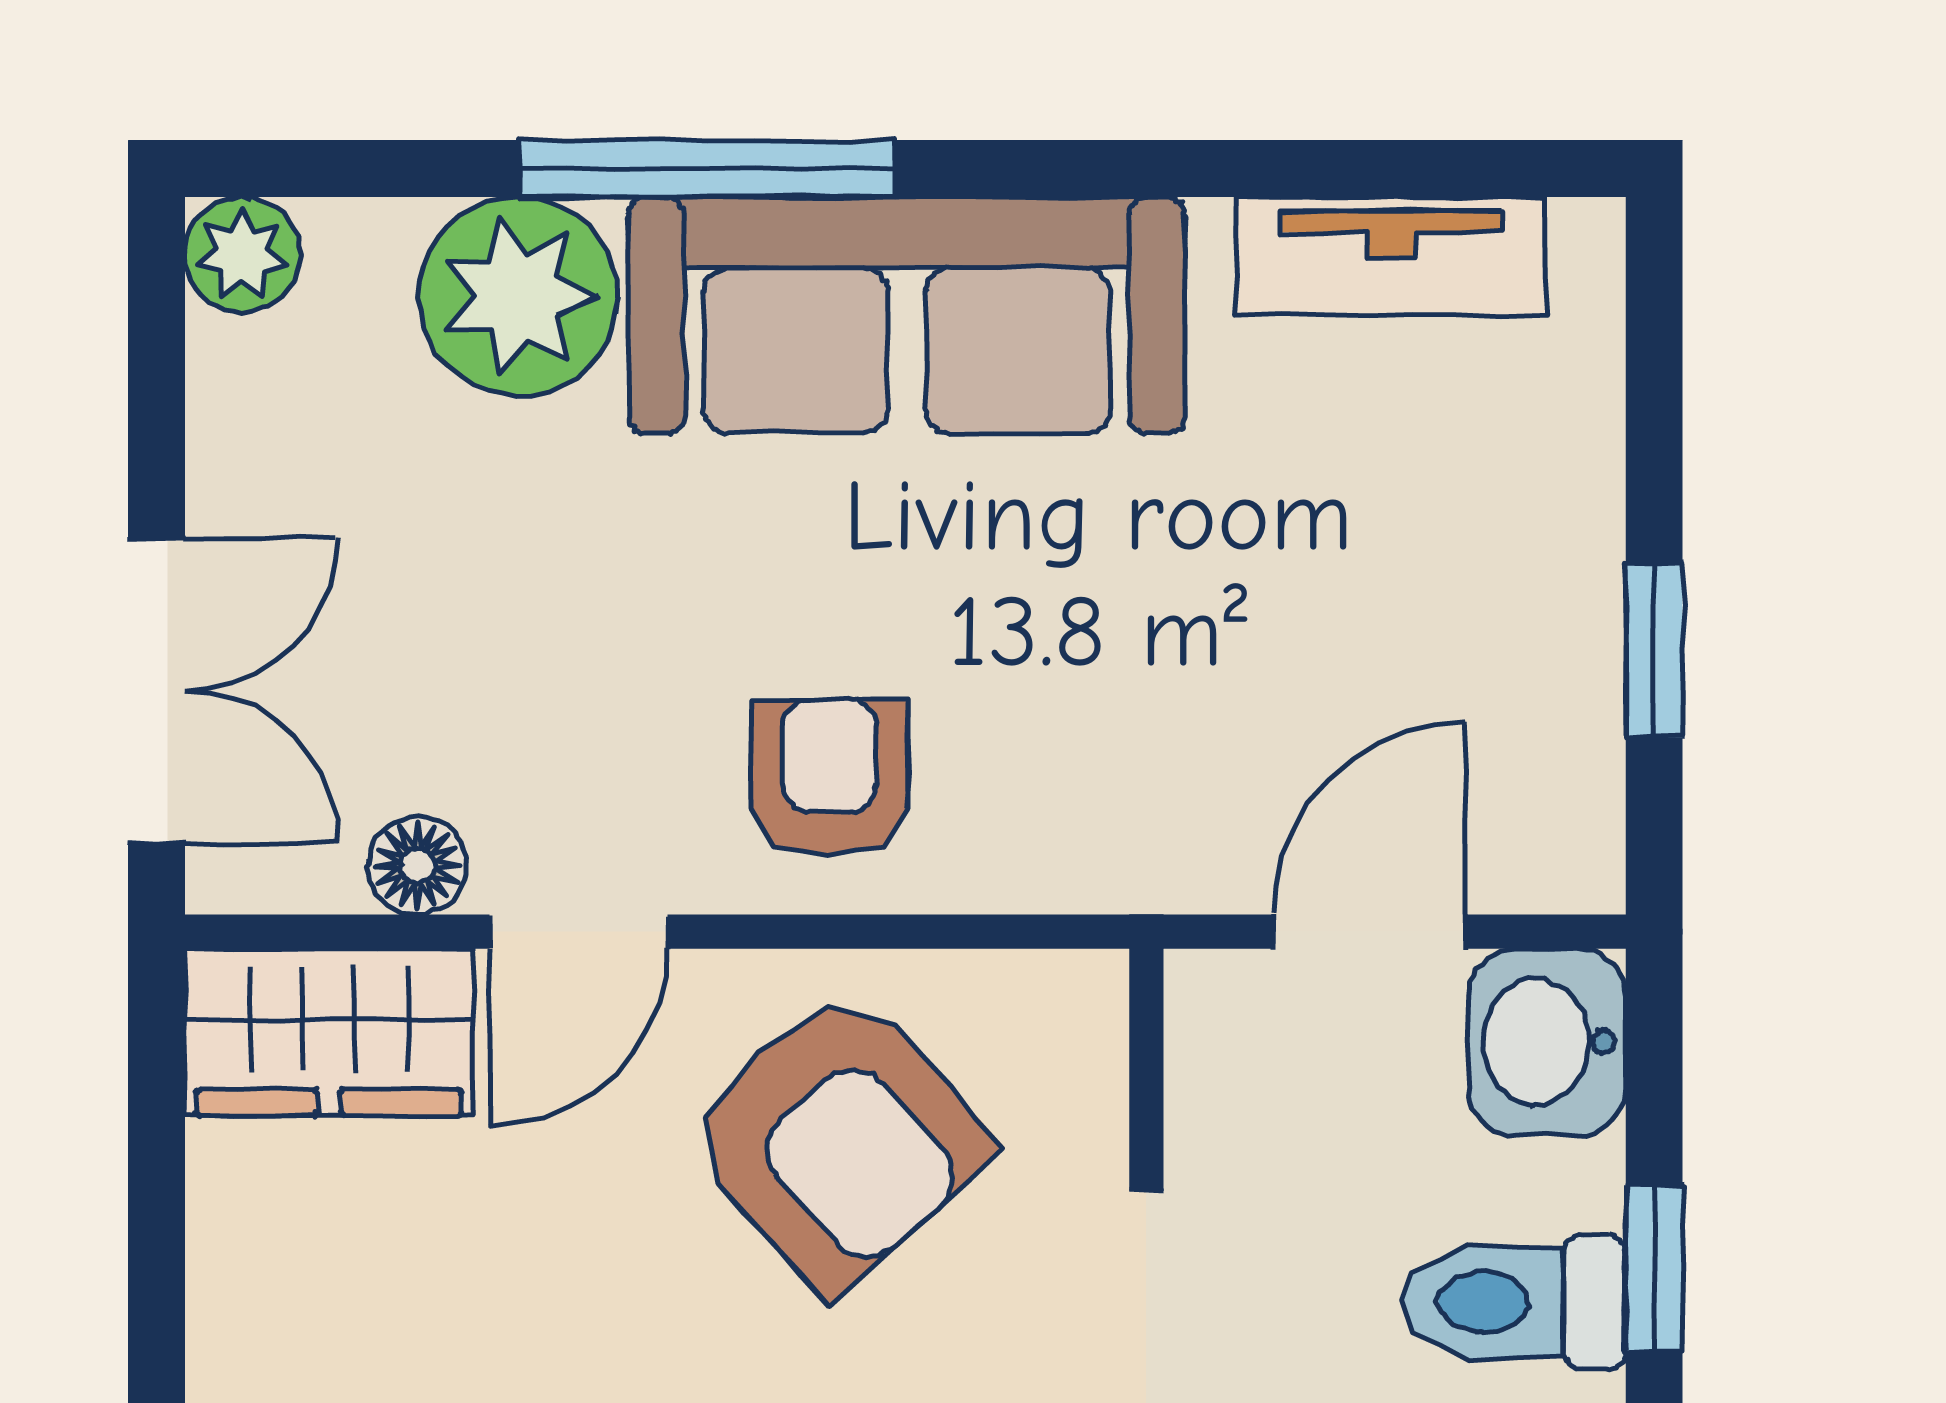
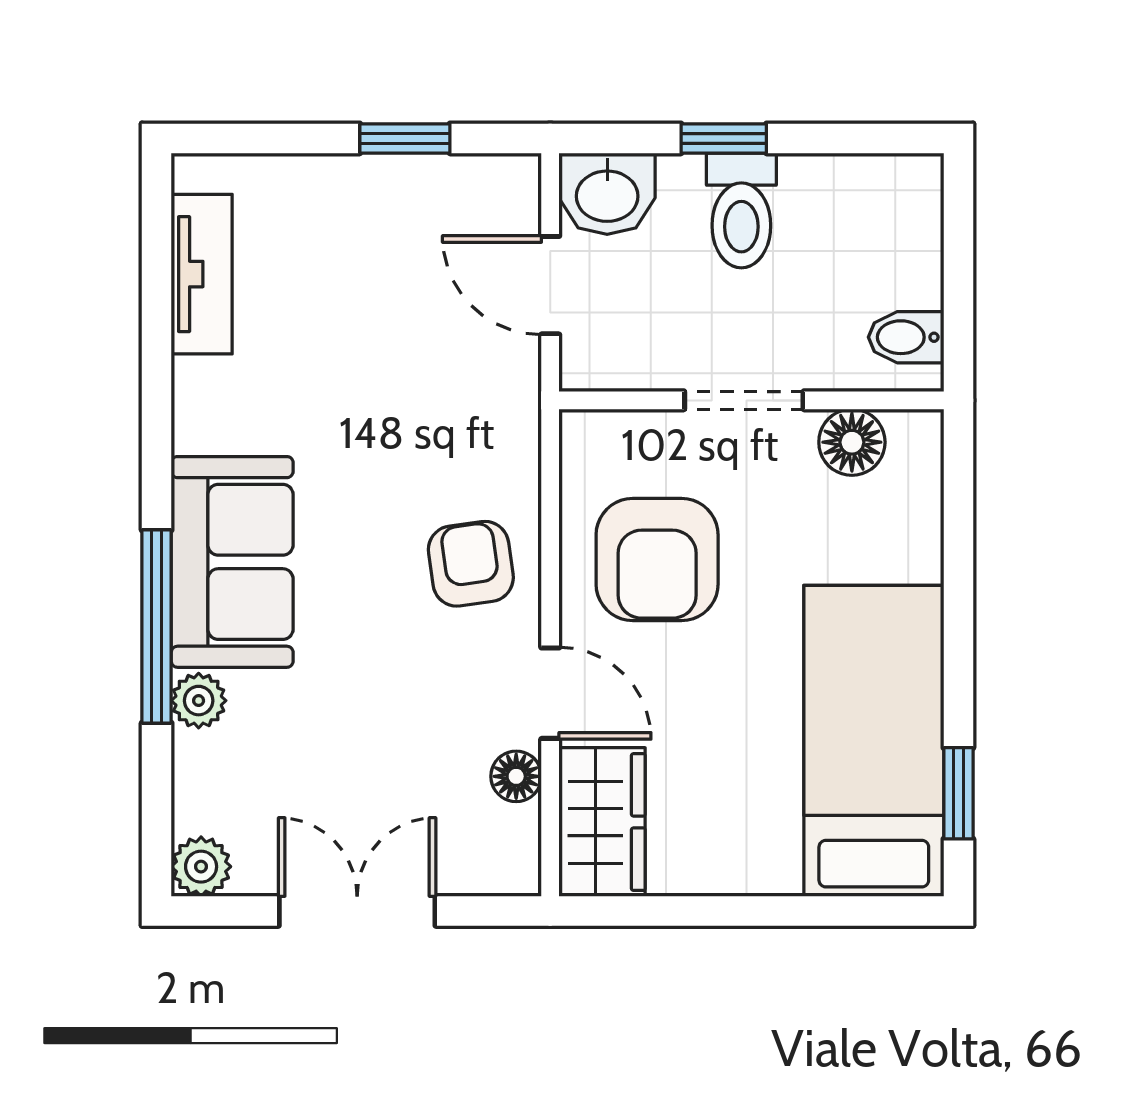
plant: (518, 296) -> (199, 701), width x0.53, depth x0.53
sofa: (907, 315) -> (232, 562), width x0.73
double door: (156, 690) -> (357, 911), moved
armchair: (830, 778) -> (471, 564), turned 82
armchair: (838, 1139) -> (657, 560), turned 132

